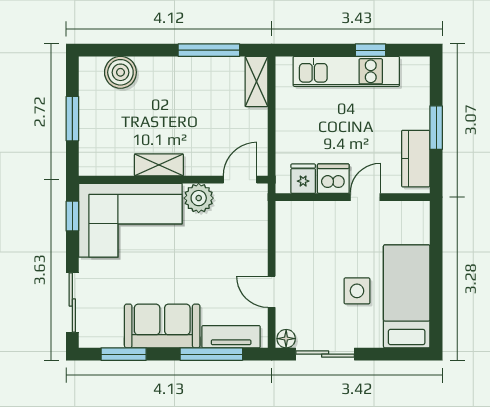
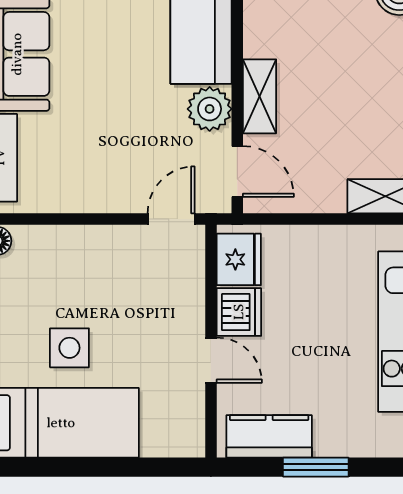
shelving: (159, 165) -> (260, 96), moved
fridge: (303, 179) -> (239, 259), width x1.38
door: (272, 292) -> (171, 219), moved

